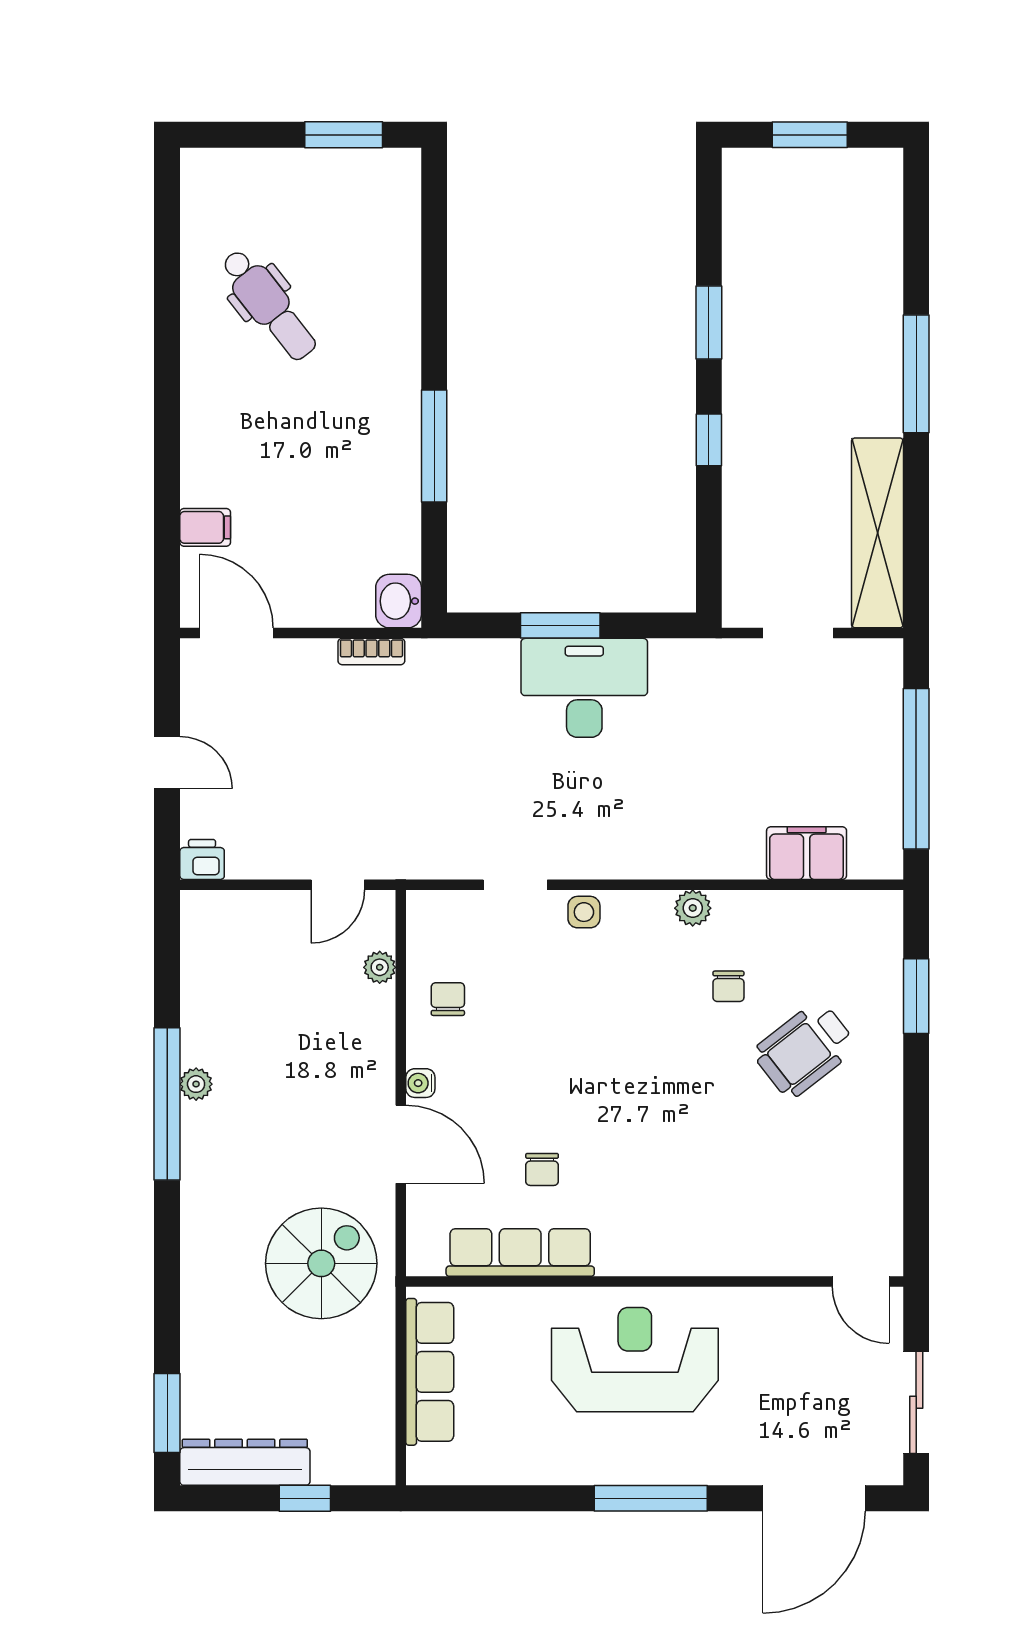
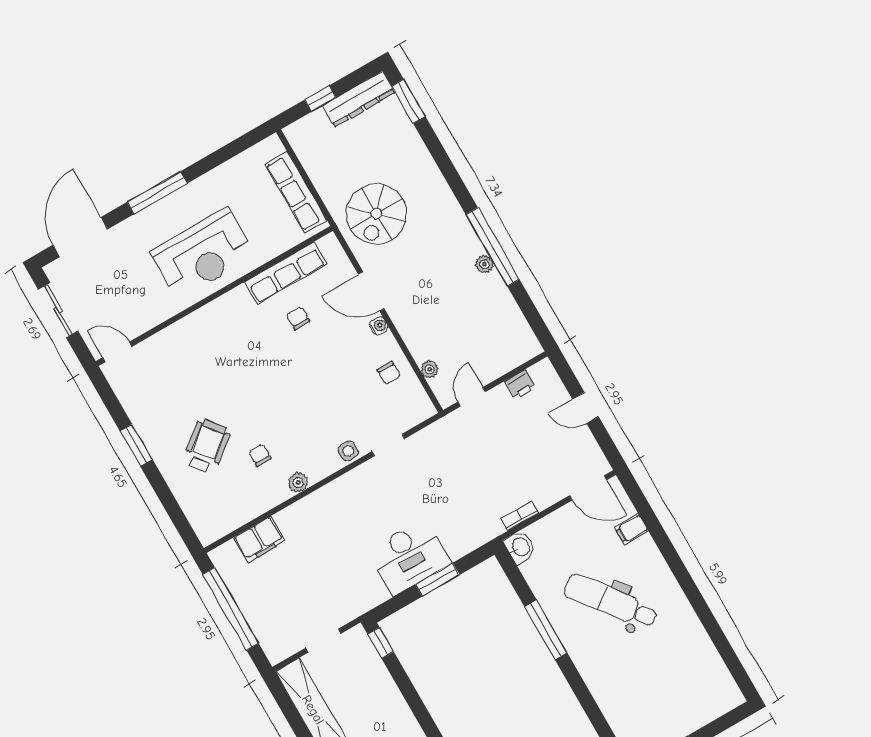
dental chair: (269, 305) -> (611, 602), moved, width x1.36, depth x1.38
window: (709, 440) -> (381, 643), moved
printer: (202, 859) -> (520, 385), moved
window: (916, 996) -> (136, 445), moved

